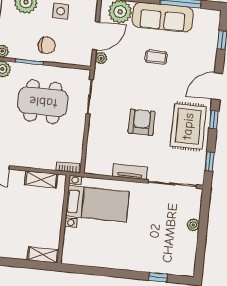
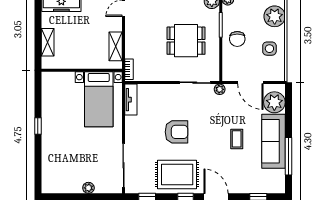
plant: (101, 58) -> (220, 89), moved
dining table: (43, 102) -> (186, 41), width x0.73
tv unit: (130, 172) -> (131, 100), moved
shelving: (43, 255) -> (48, 42), moved
window: (158, 277) -> (38, 126), moved

